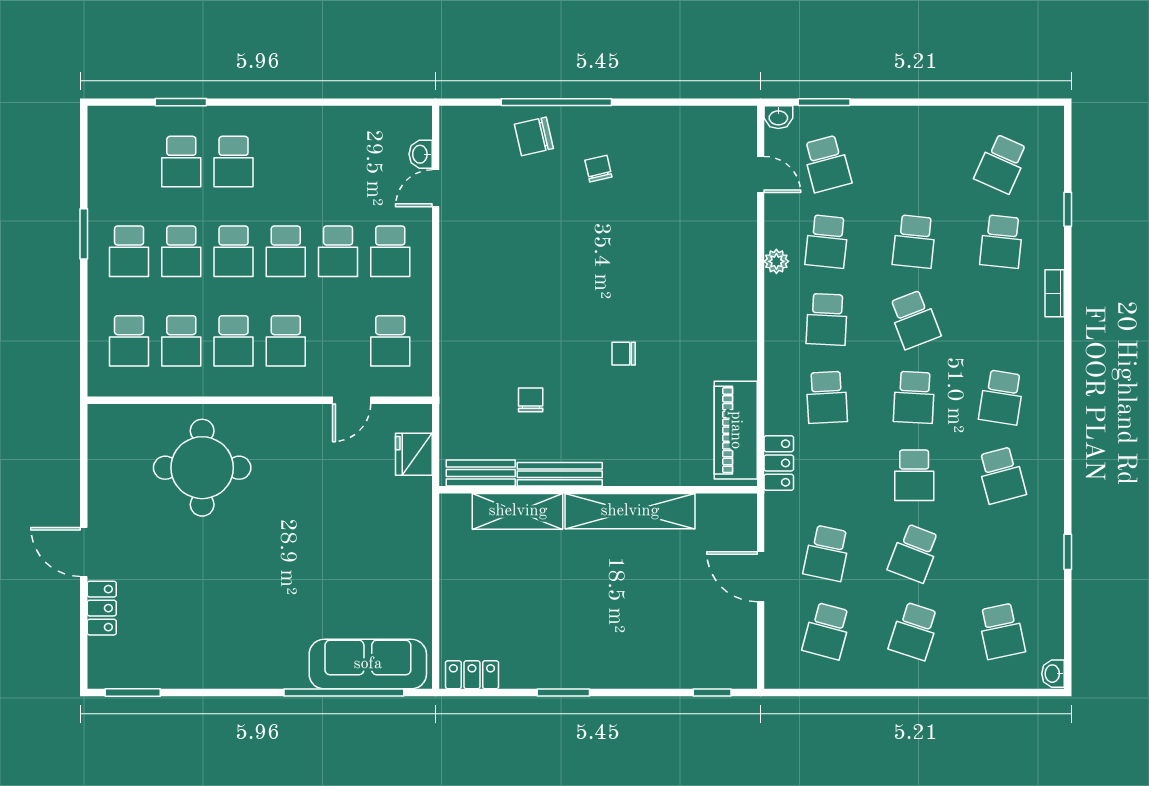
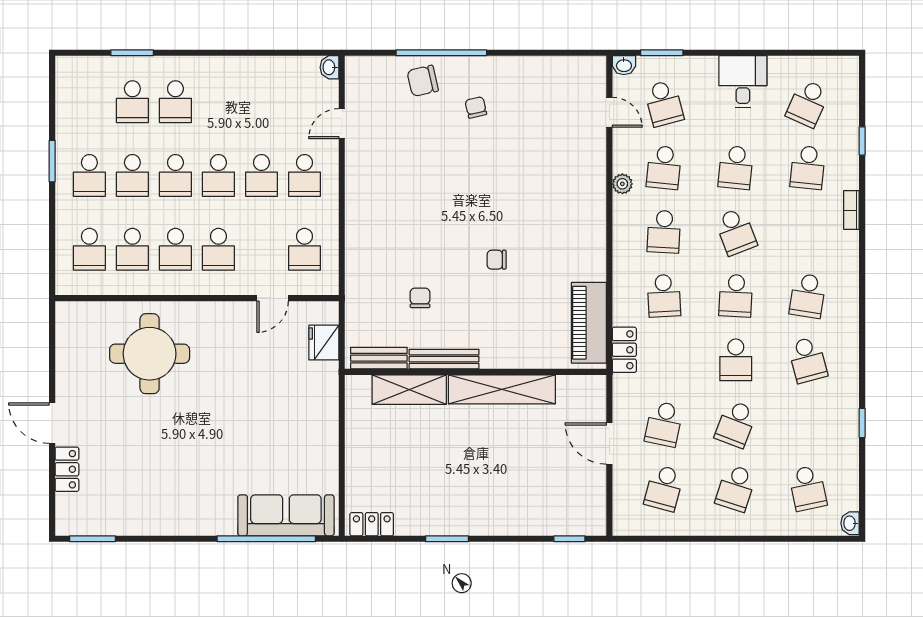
desk: (923, 137) -> (743, 82), added
washbasin: (421, 154) -> (329, 67), moved

